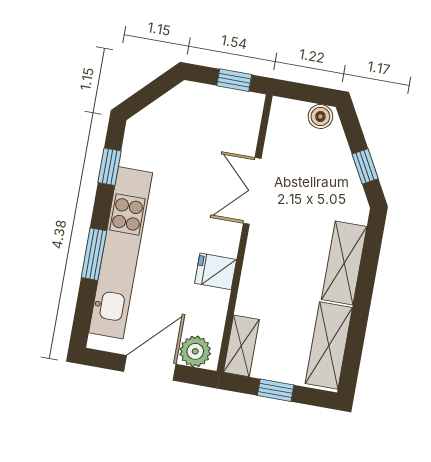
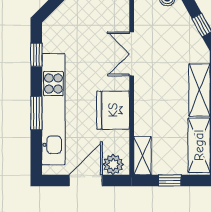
fridge: (216, 271) -> (113, 110), width x1.88, depth x1.34

